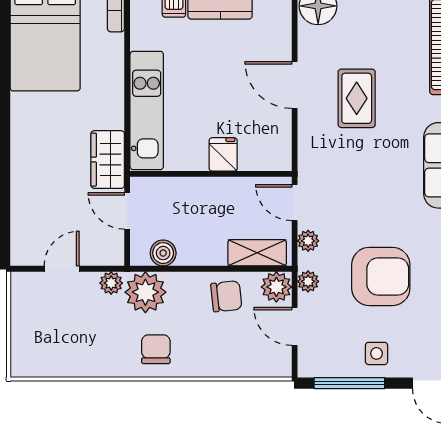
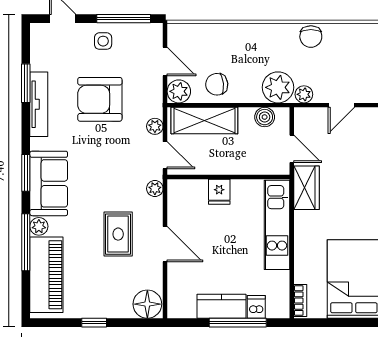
shelving: (257, 253) -> (204, 121), width x1.50, depth x1.33
plant: (308, 281) -> (155, 189), moved
chair: (156, 349) -> (311, 37), moved

